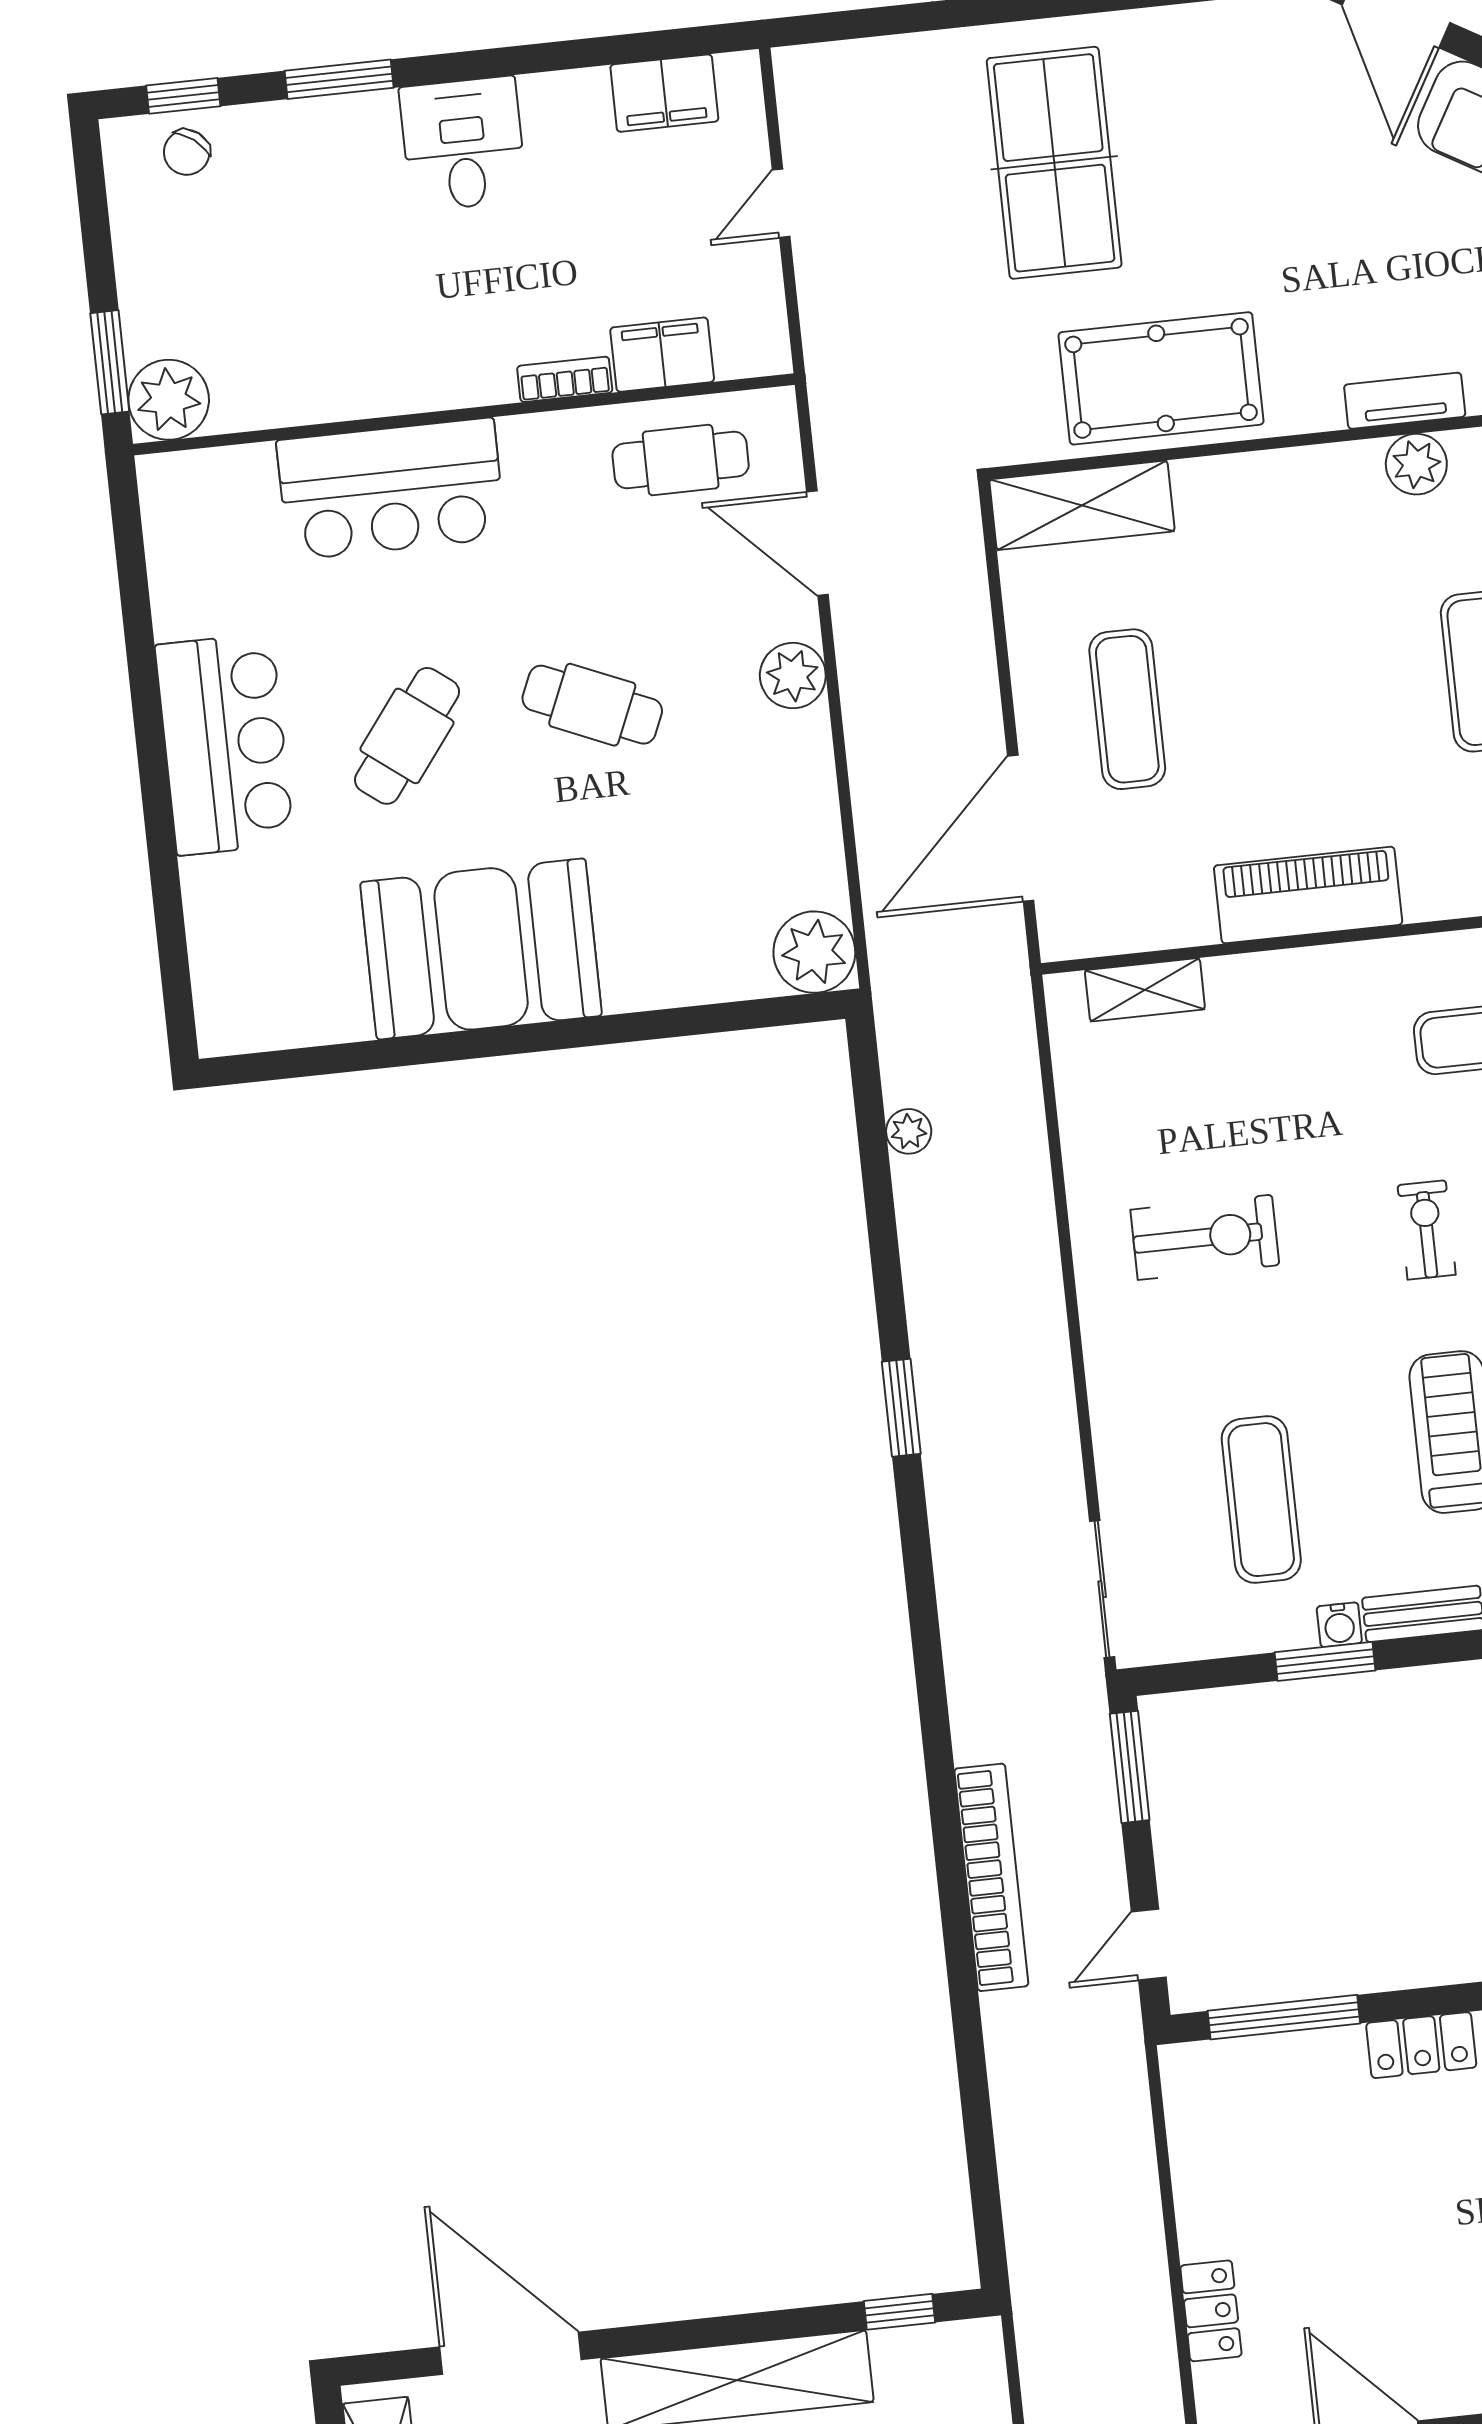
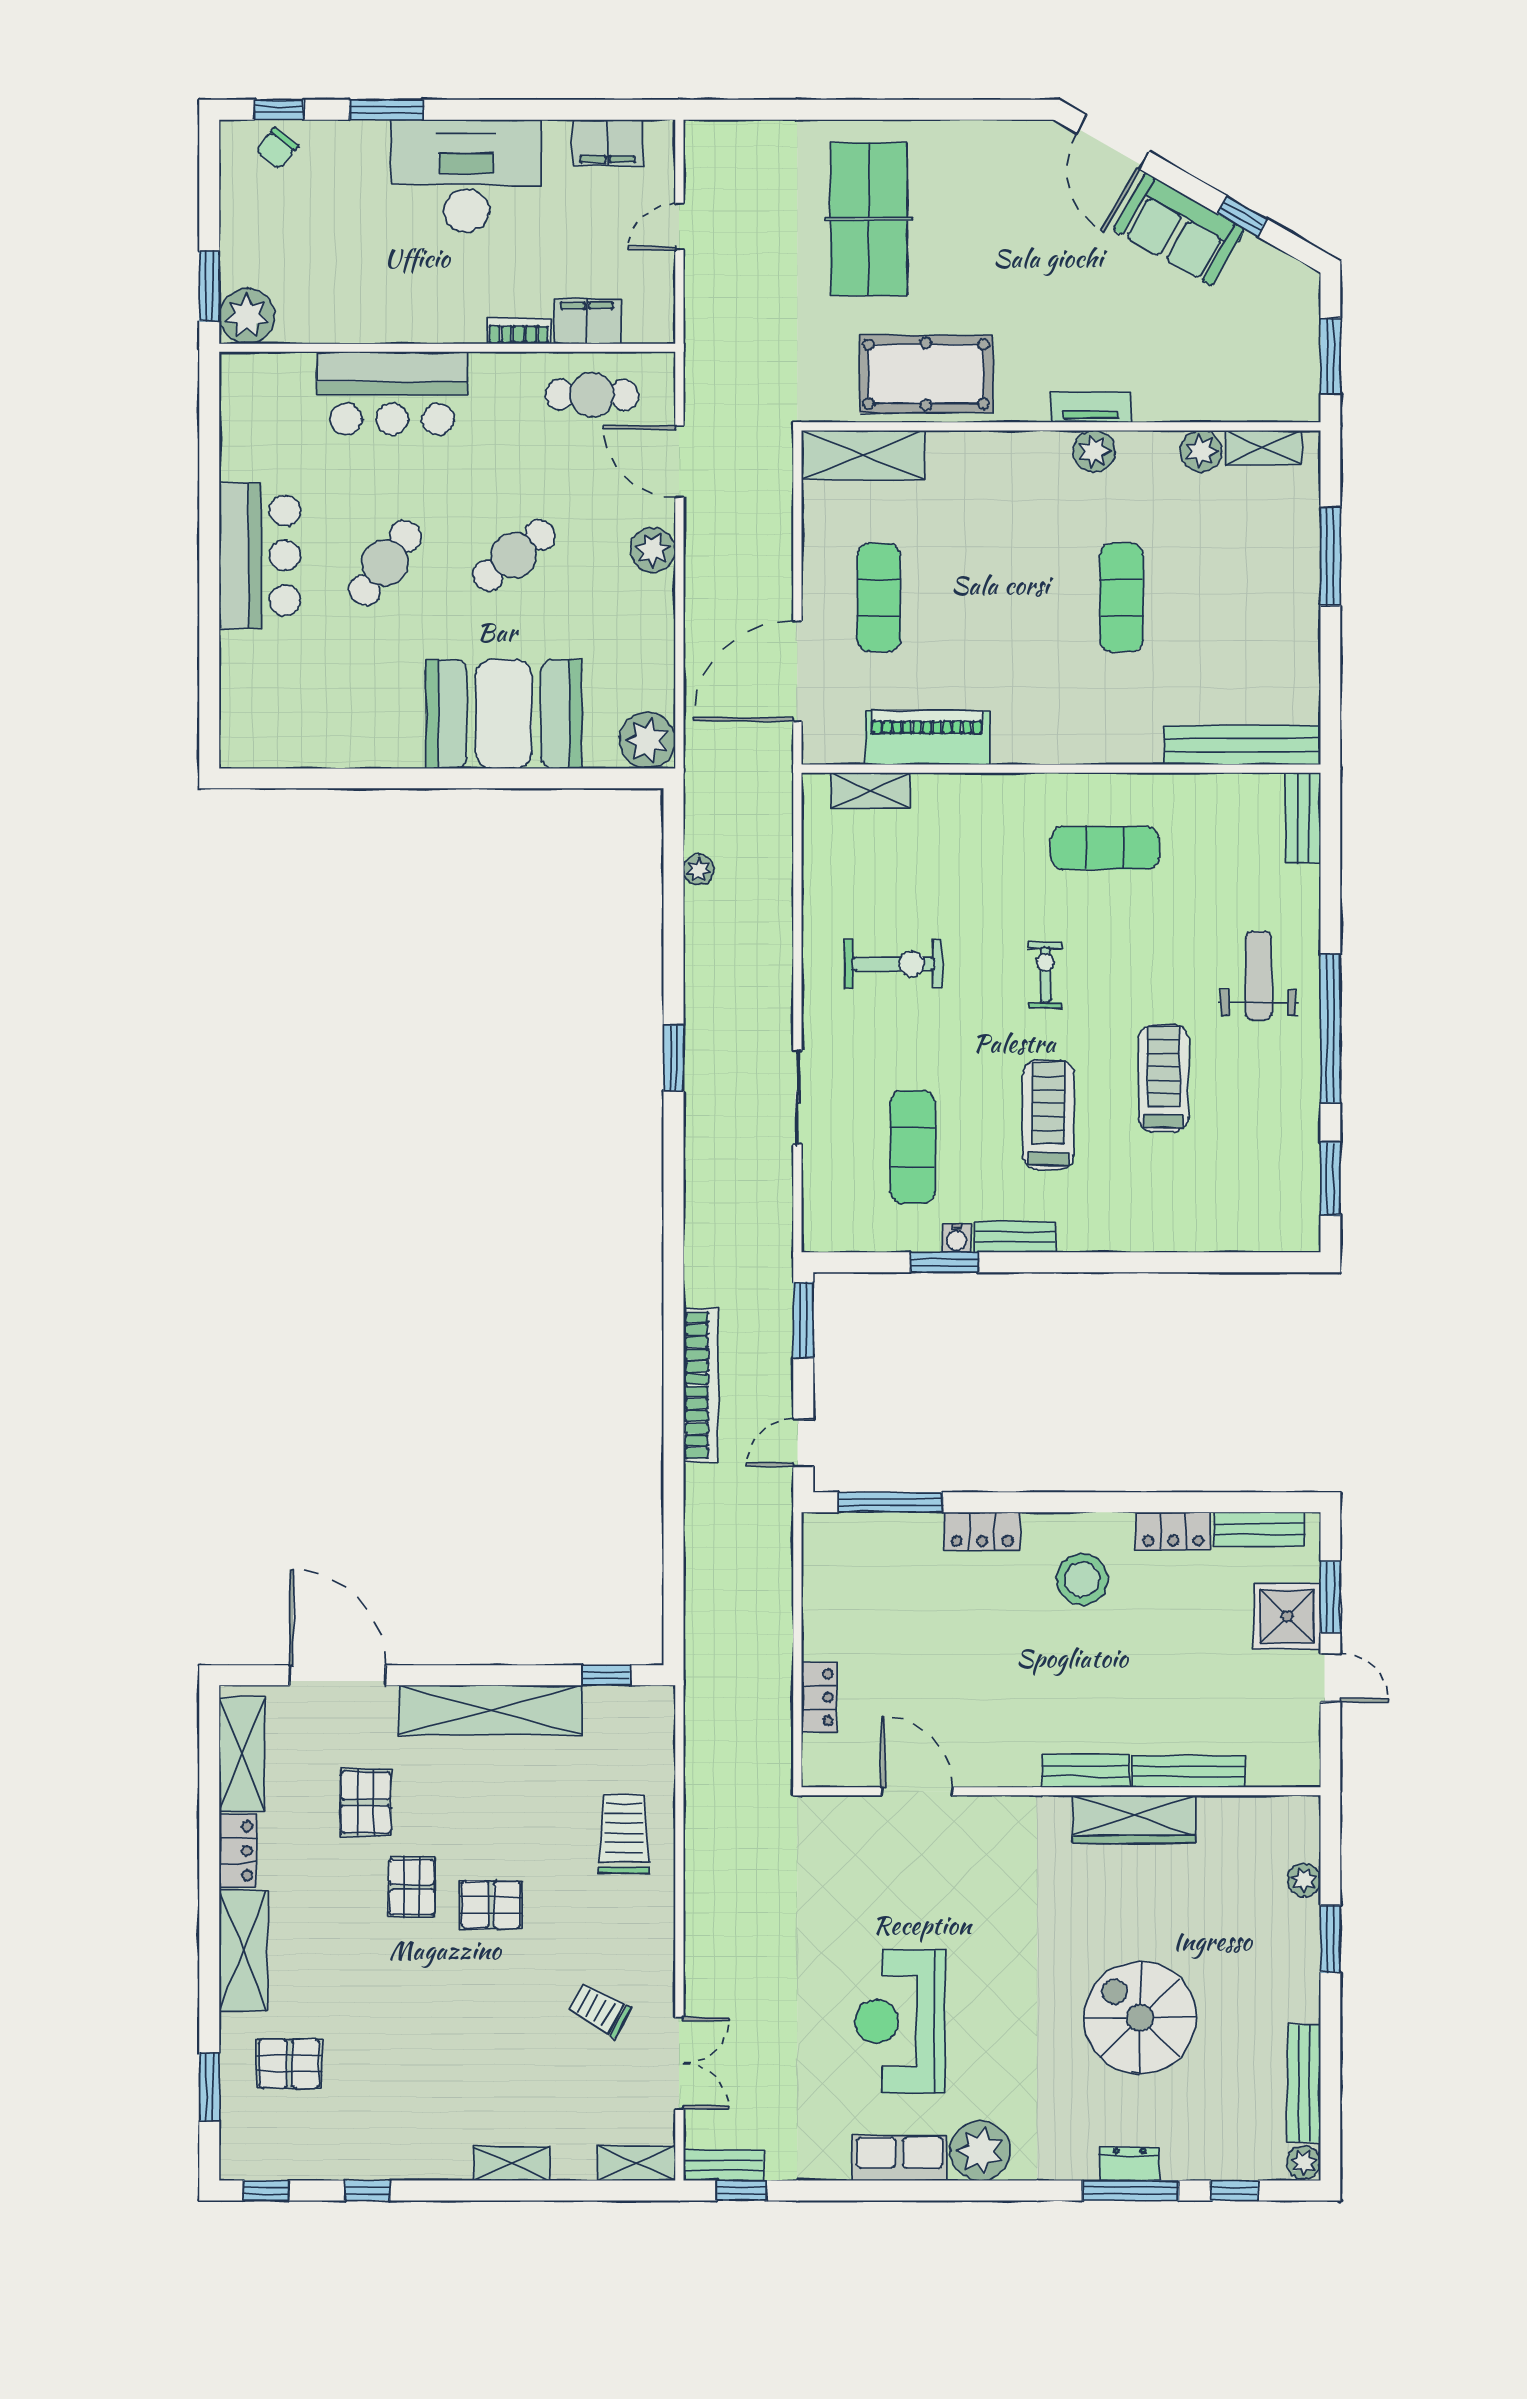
desk: (463, 144) -> (466, 176), width x1.87, depth x1.30
cafe table: (592, 705) -> (514, 555), turned -61
piano: (1308, 895) -> (927, 738), moved
booth: (481, 949) -> (504, 714), moved
sliding door: (1102, 1589) -> (797, 1097), moved

